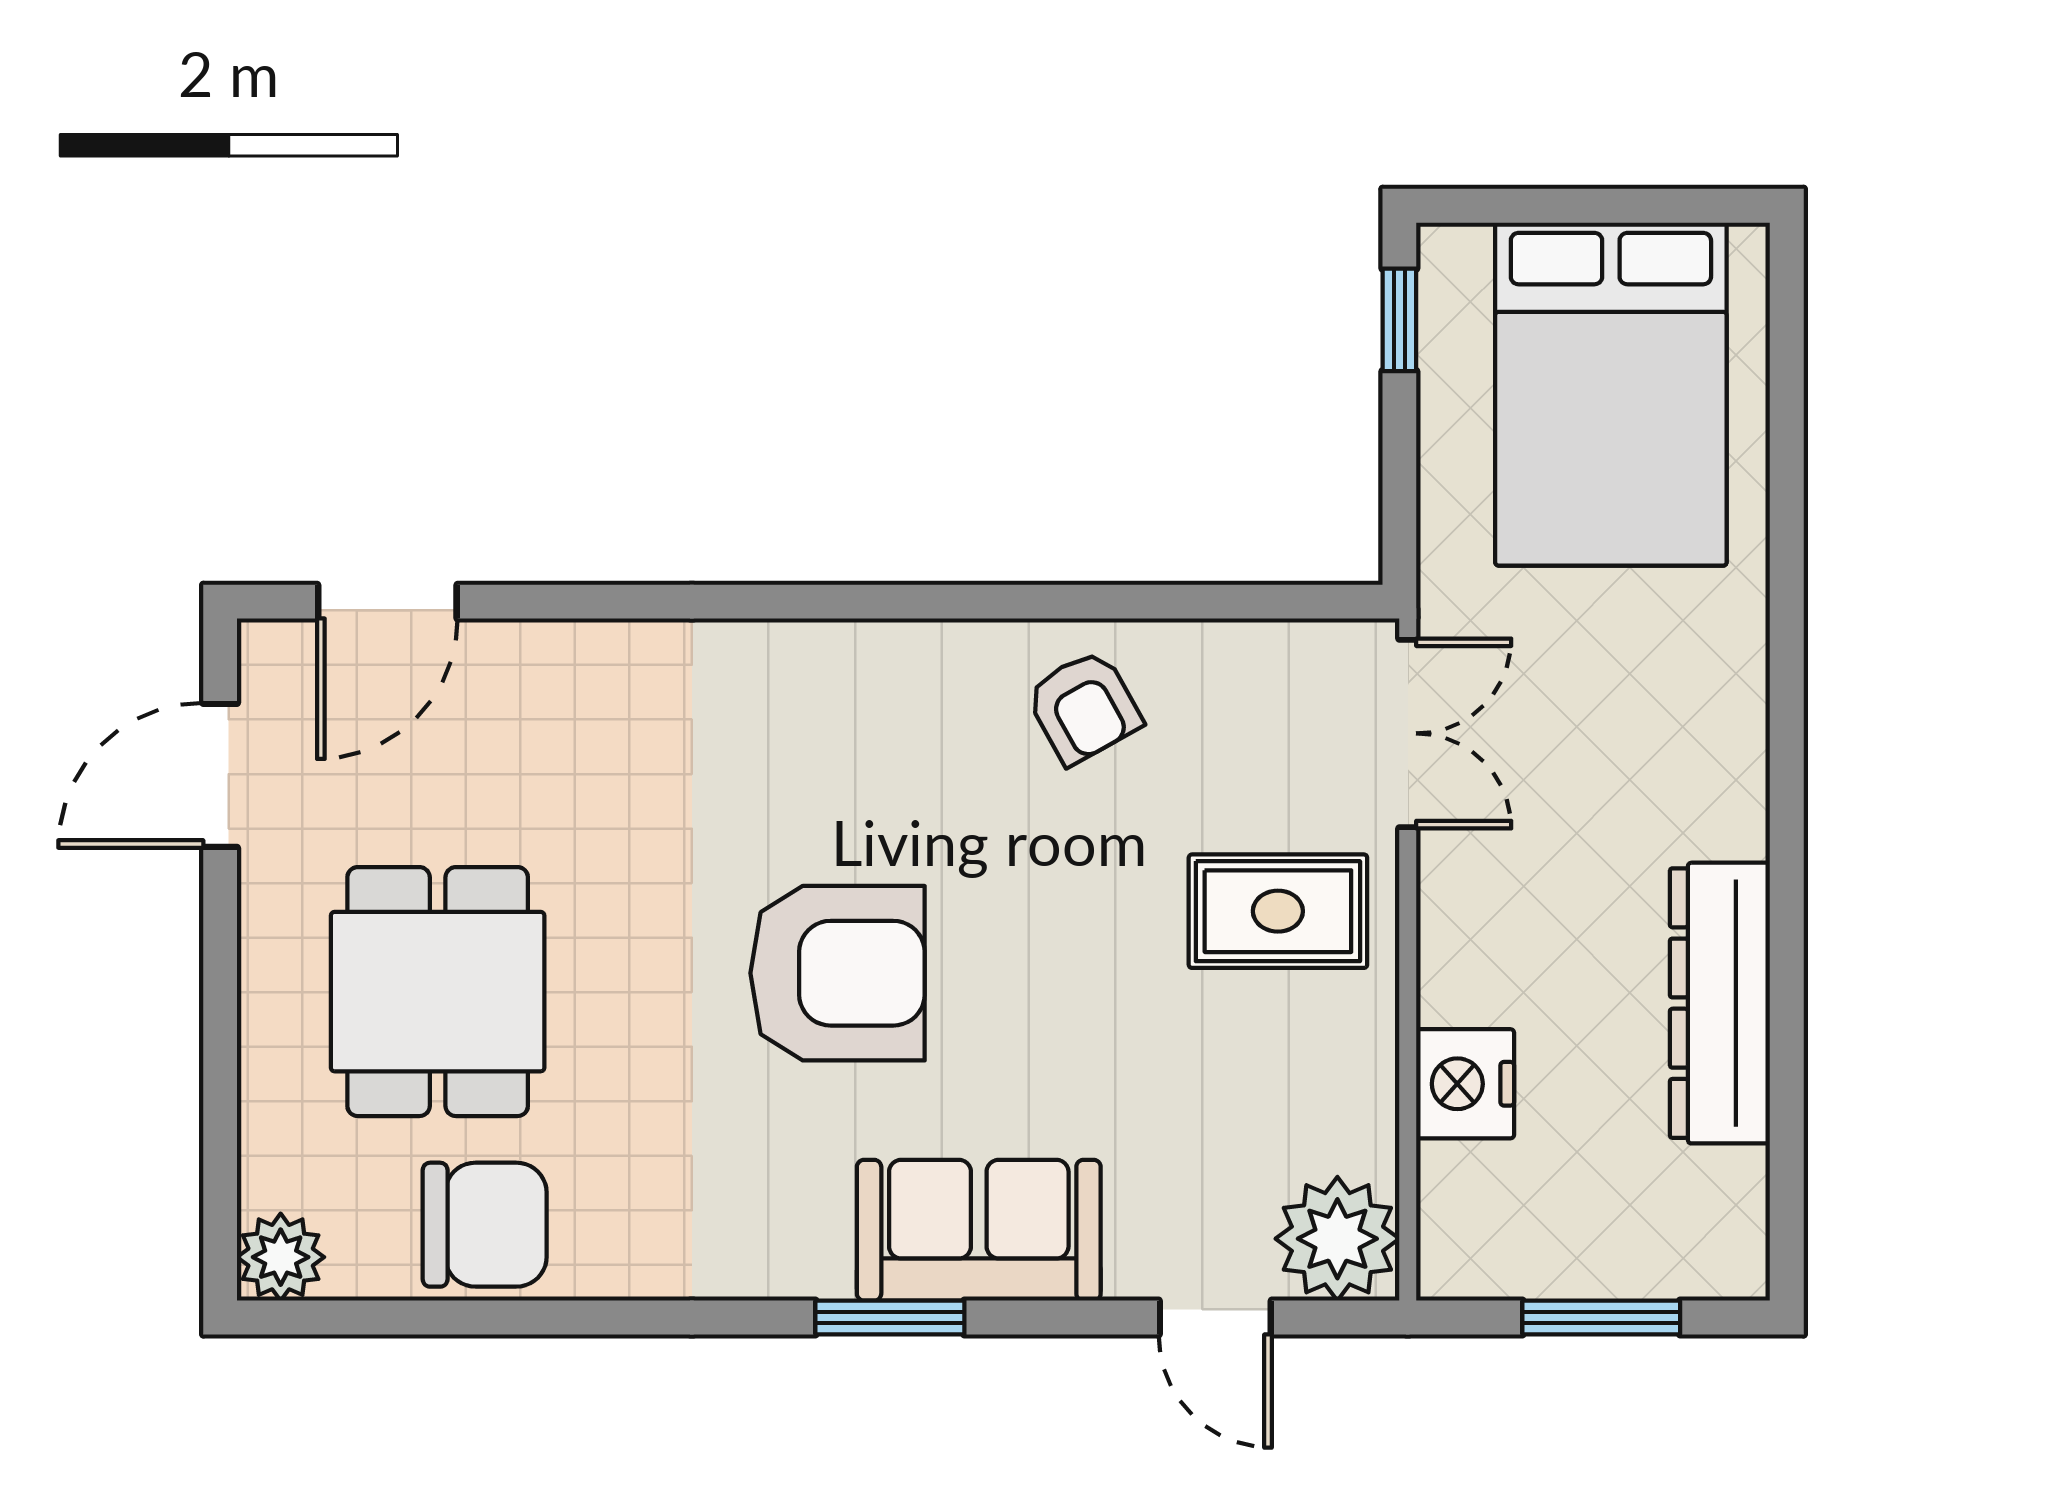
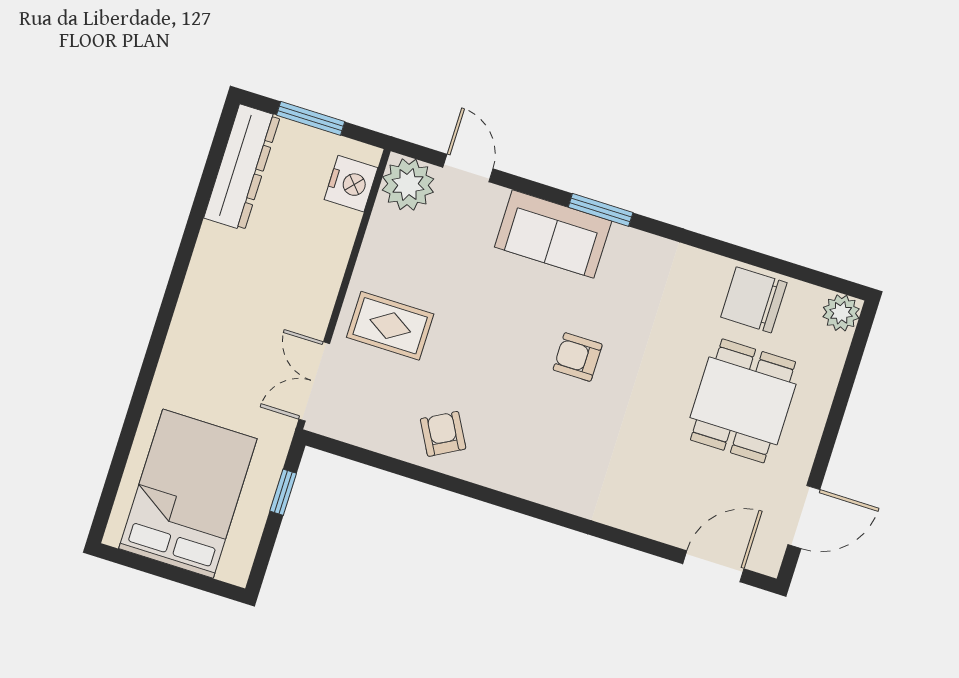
window: (1399, 320) -> (283, 492), moved
armchair: (837, 973) -> (578, 357), width x0.53, depth x0.53
dresser: (1720, 1003) -> (242, 167), moved
nightstand: (1465, 1084) -> (351, 184), moved

